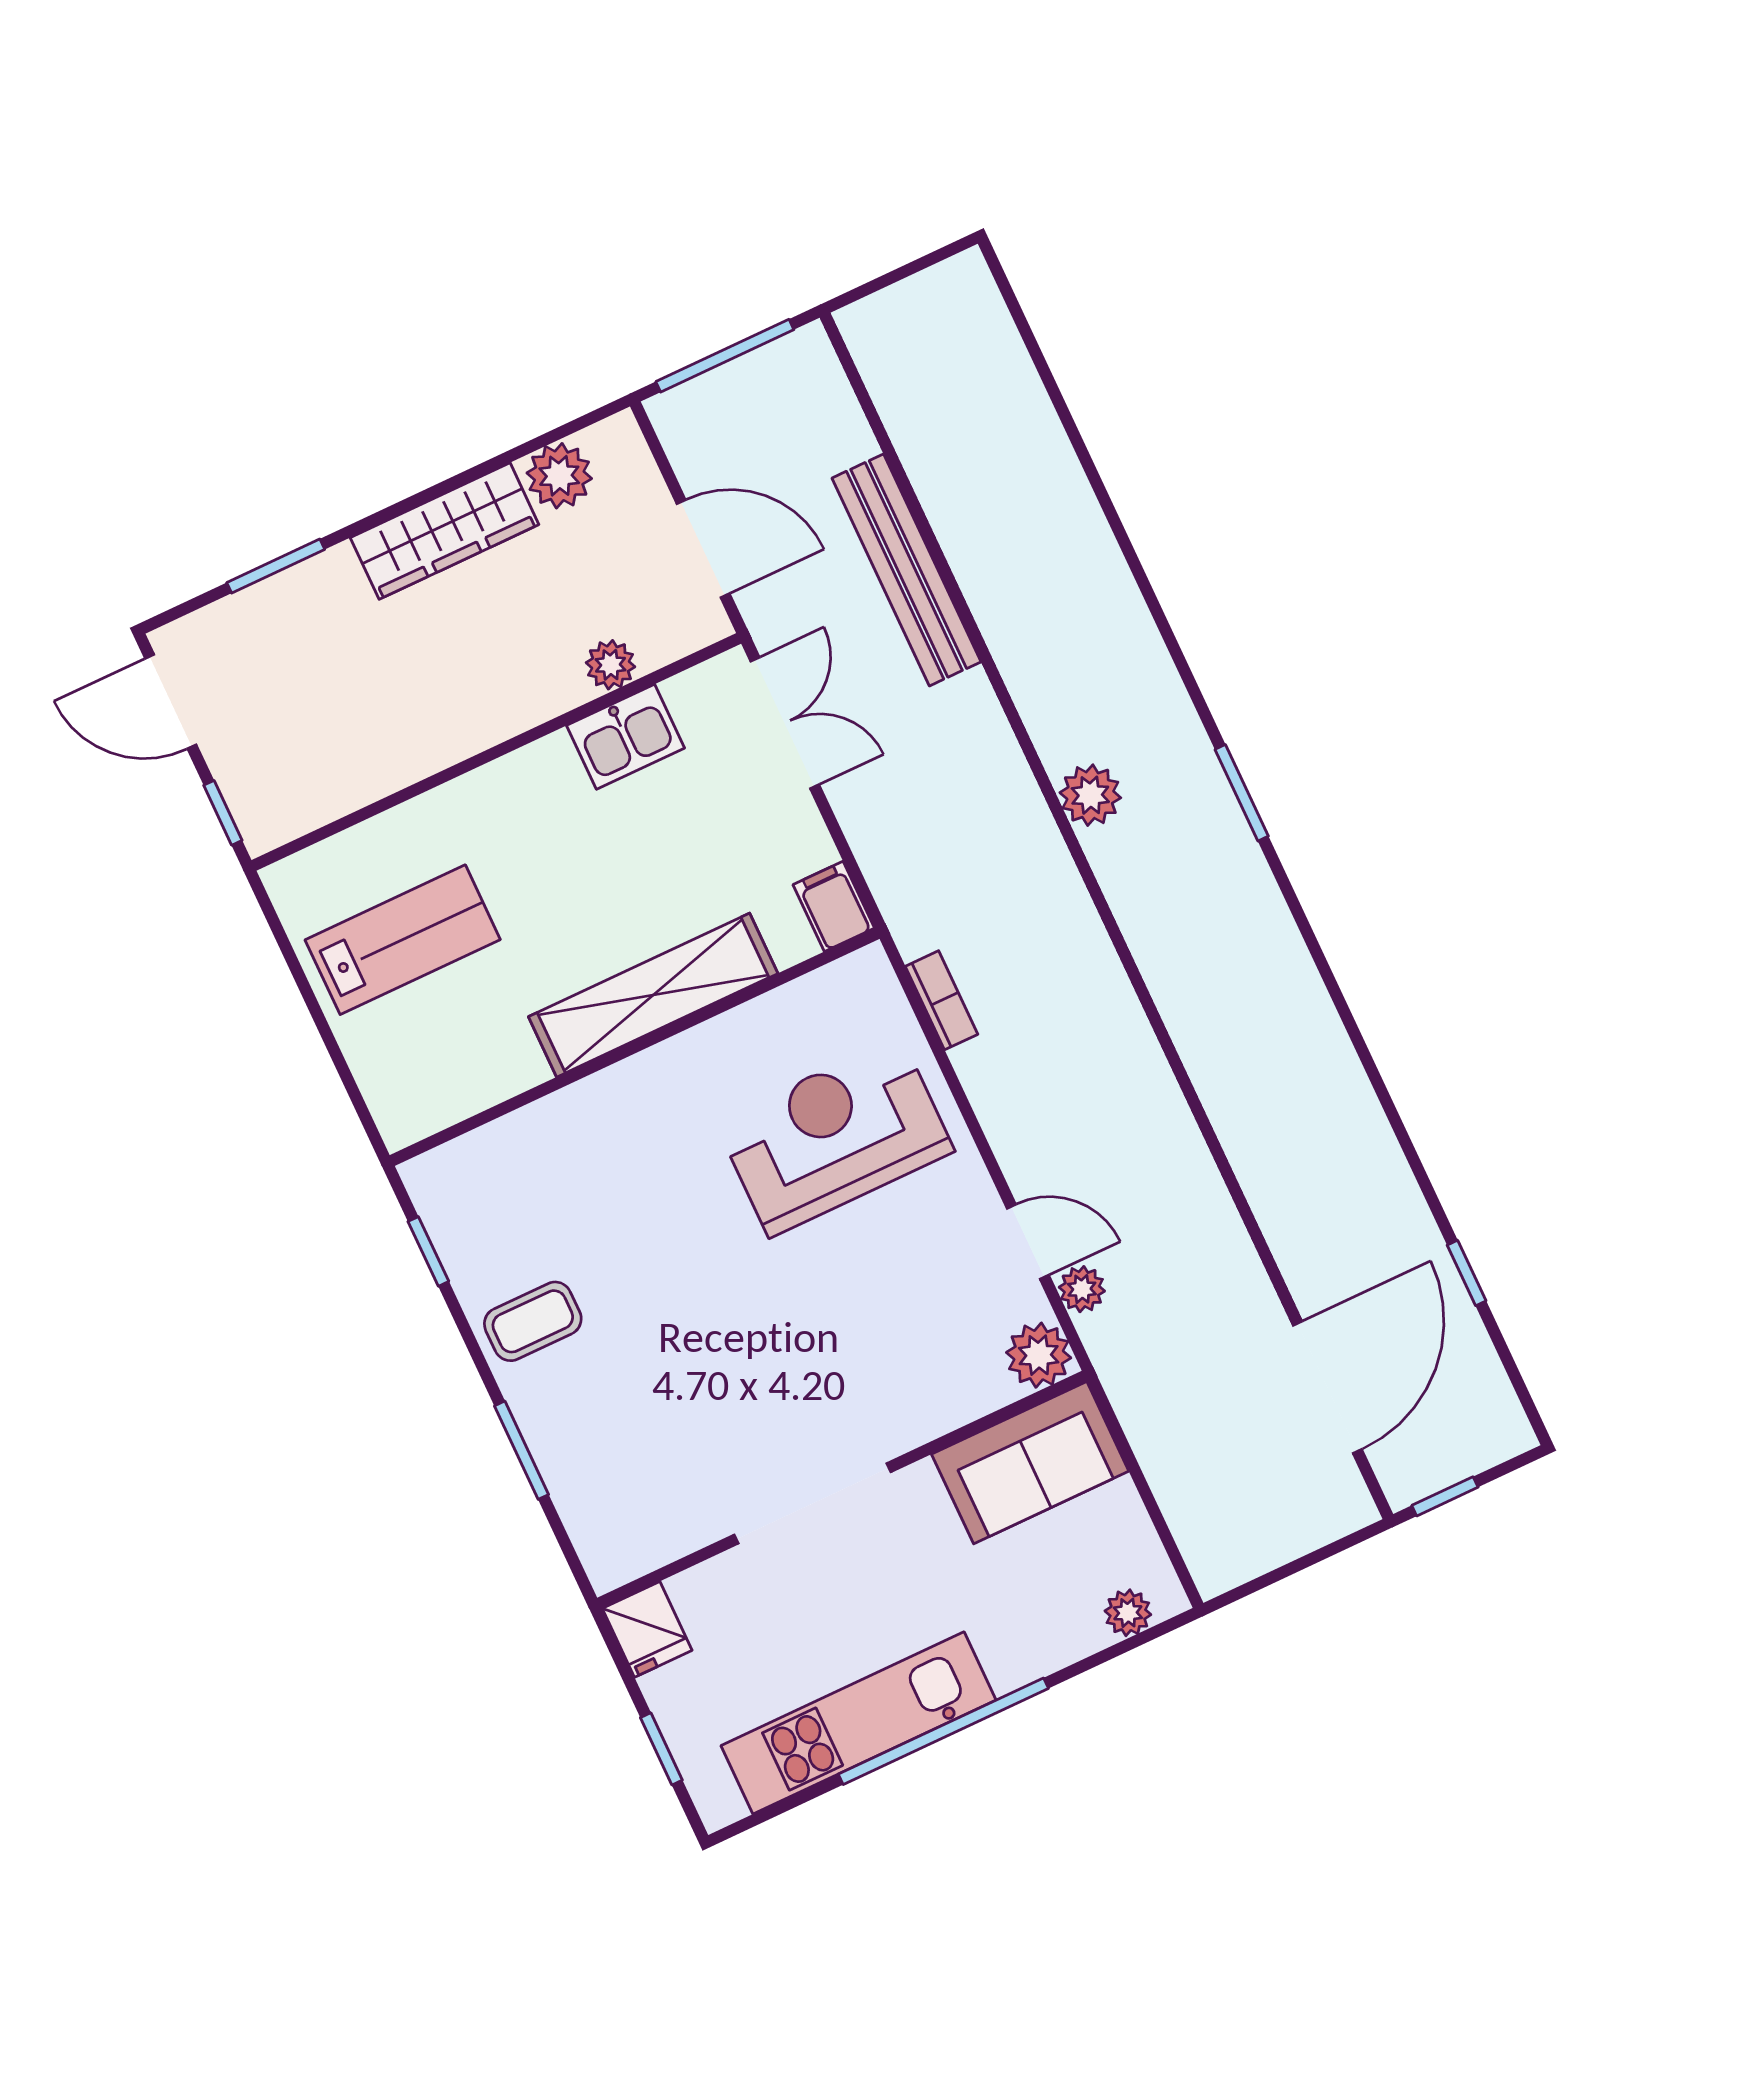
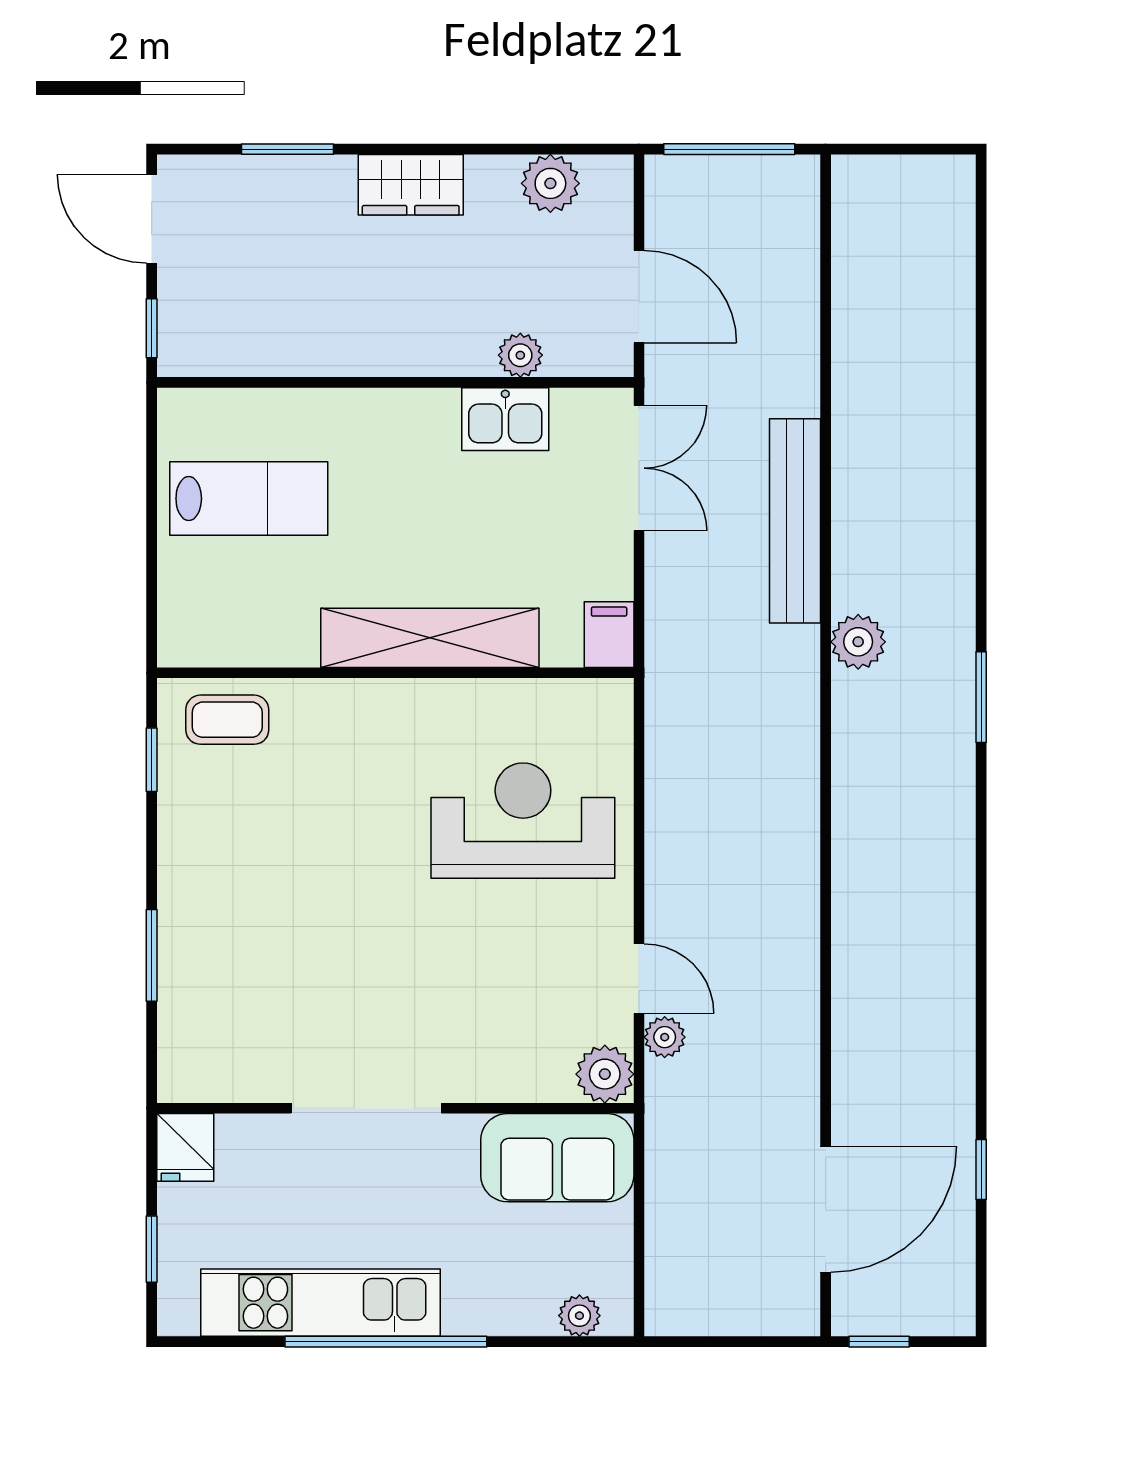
wardrobe: (445, 531) -> (411, 185), width x0.67
bench: (906, 570) -> (795, 521), moved
bookcase: (942, 1000) -> (661, 751), removed
coffee table: (533, 1321) -> (227, 720), moved

